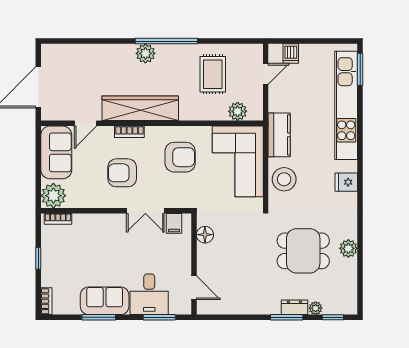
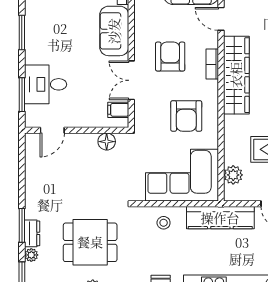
kitchen counter: (279, 135) -> (220, 218), width x1.50
stool: (284, 179) -> (164, 223), width x0.53, depth x0.53
dining table: (303, 251) -> (90, 242), turned 90
sofa: (105, 301) -> (114, 31), moved, turned 180

